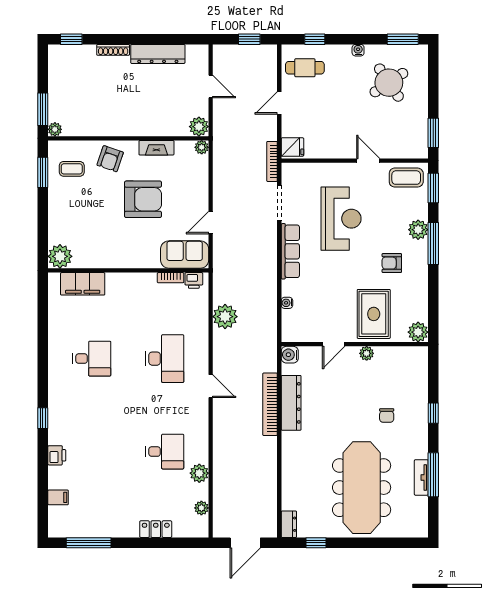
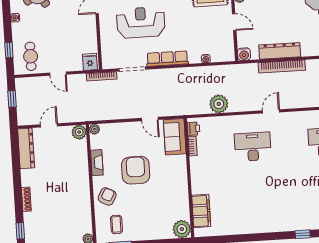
dresser: (158, 54) -> (26, 148), moved
armchair: (110, 159) -> (107, 196), turned -81
desk: (92, 359) -> (256, 201), removed

